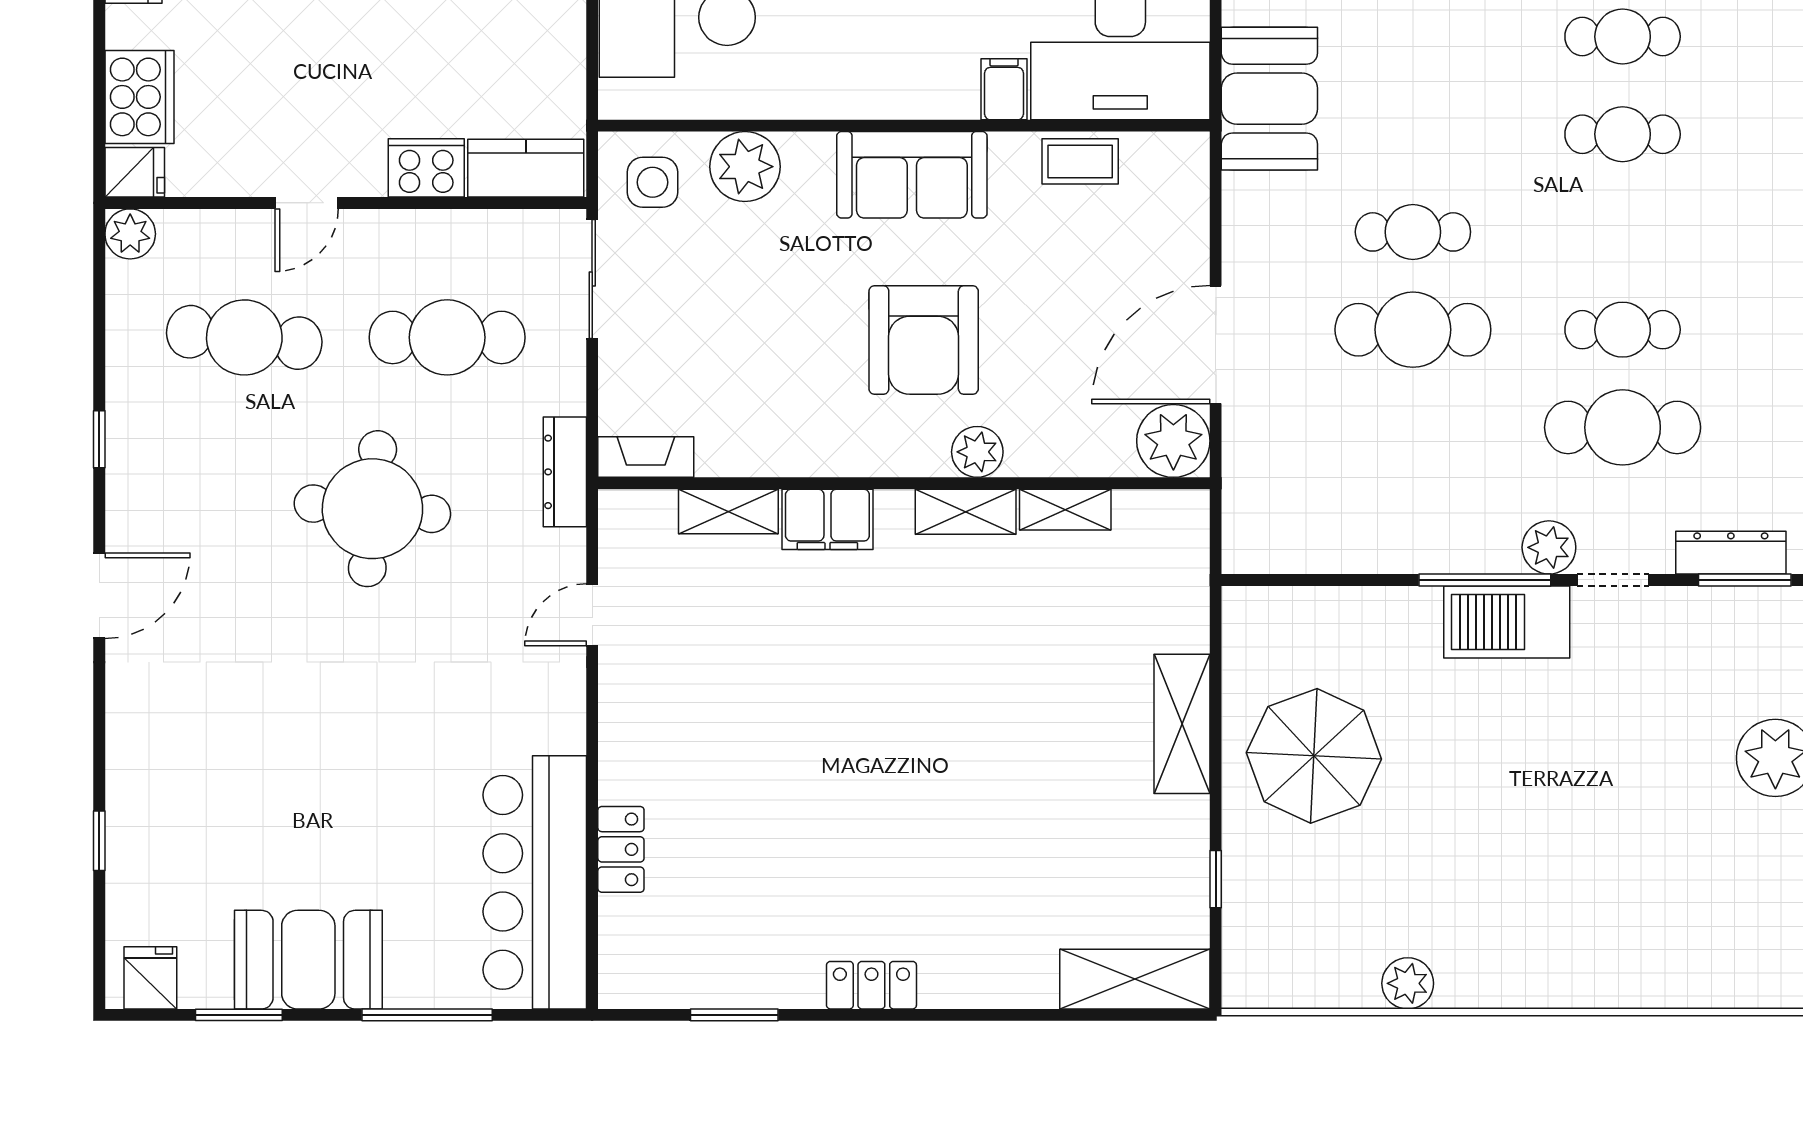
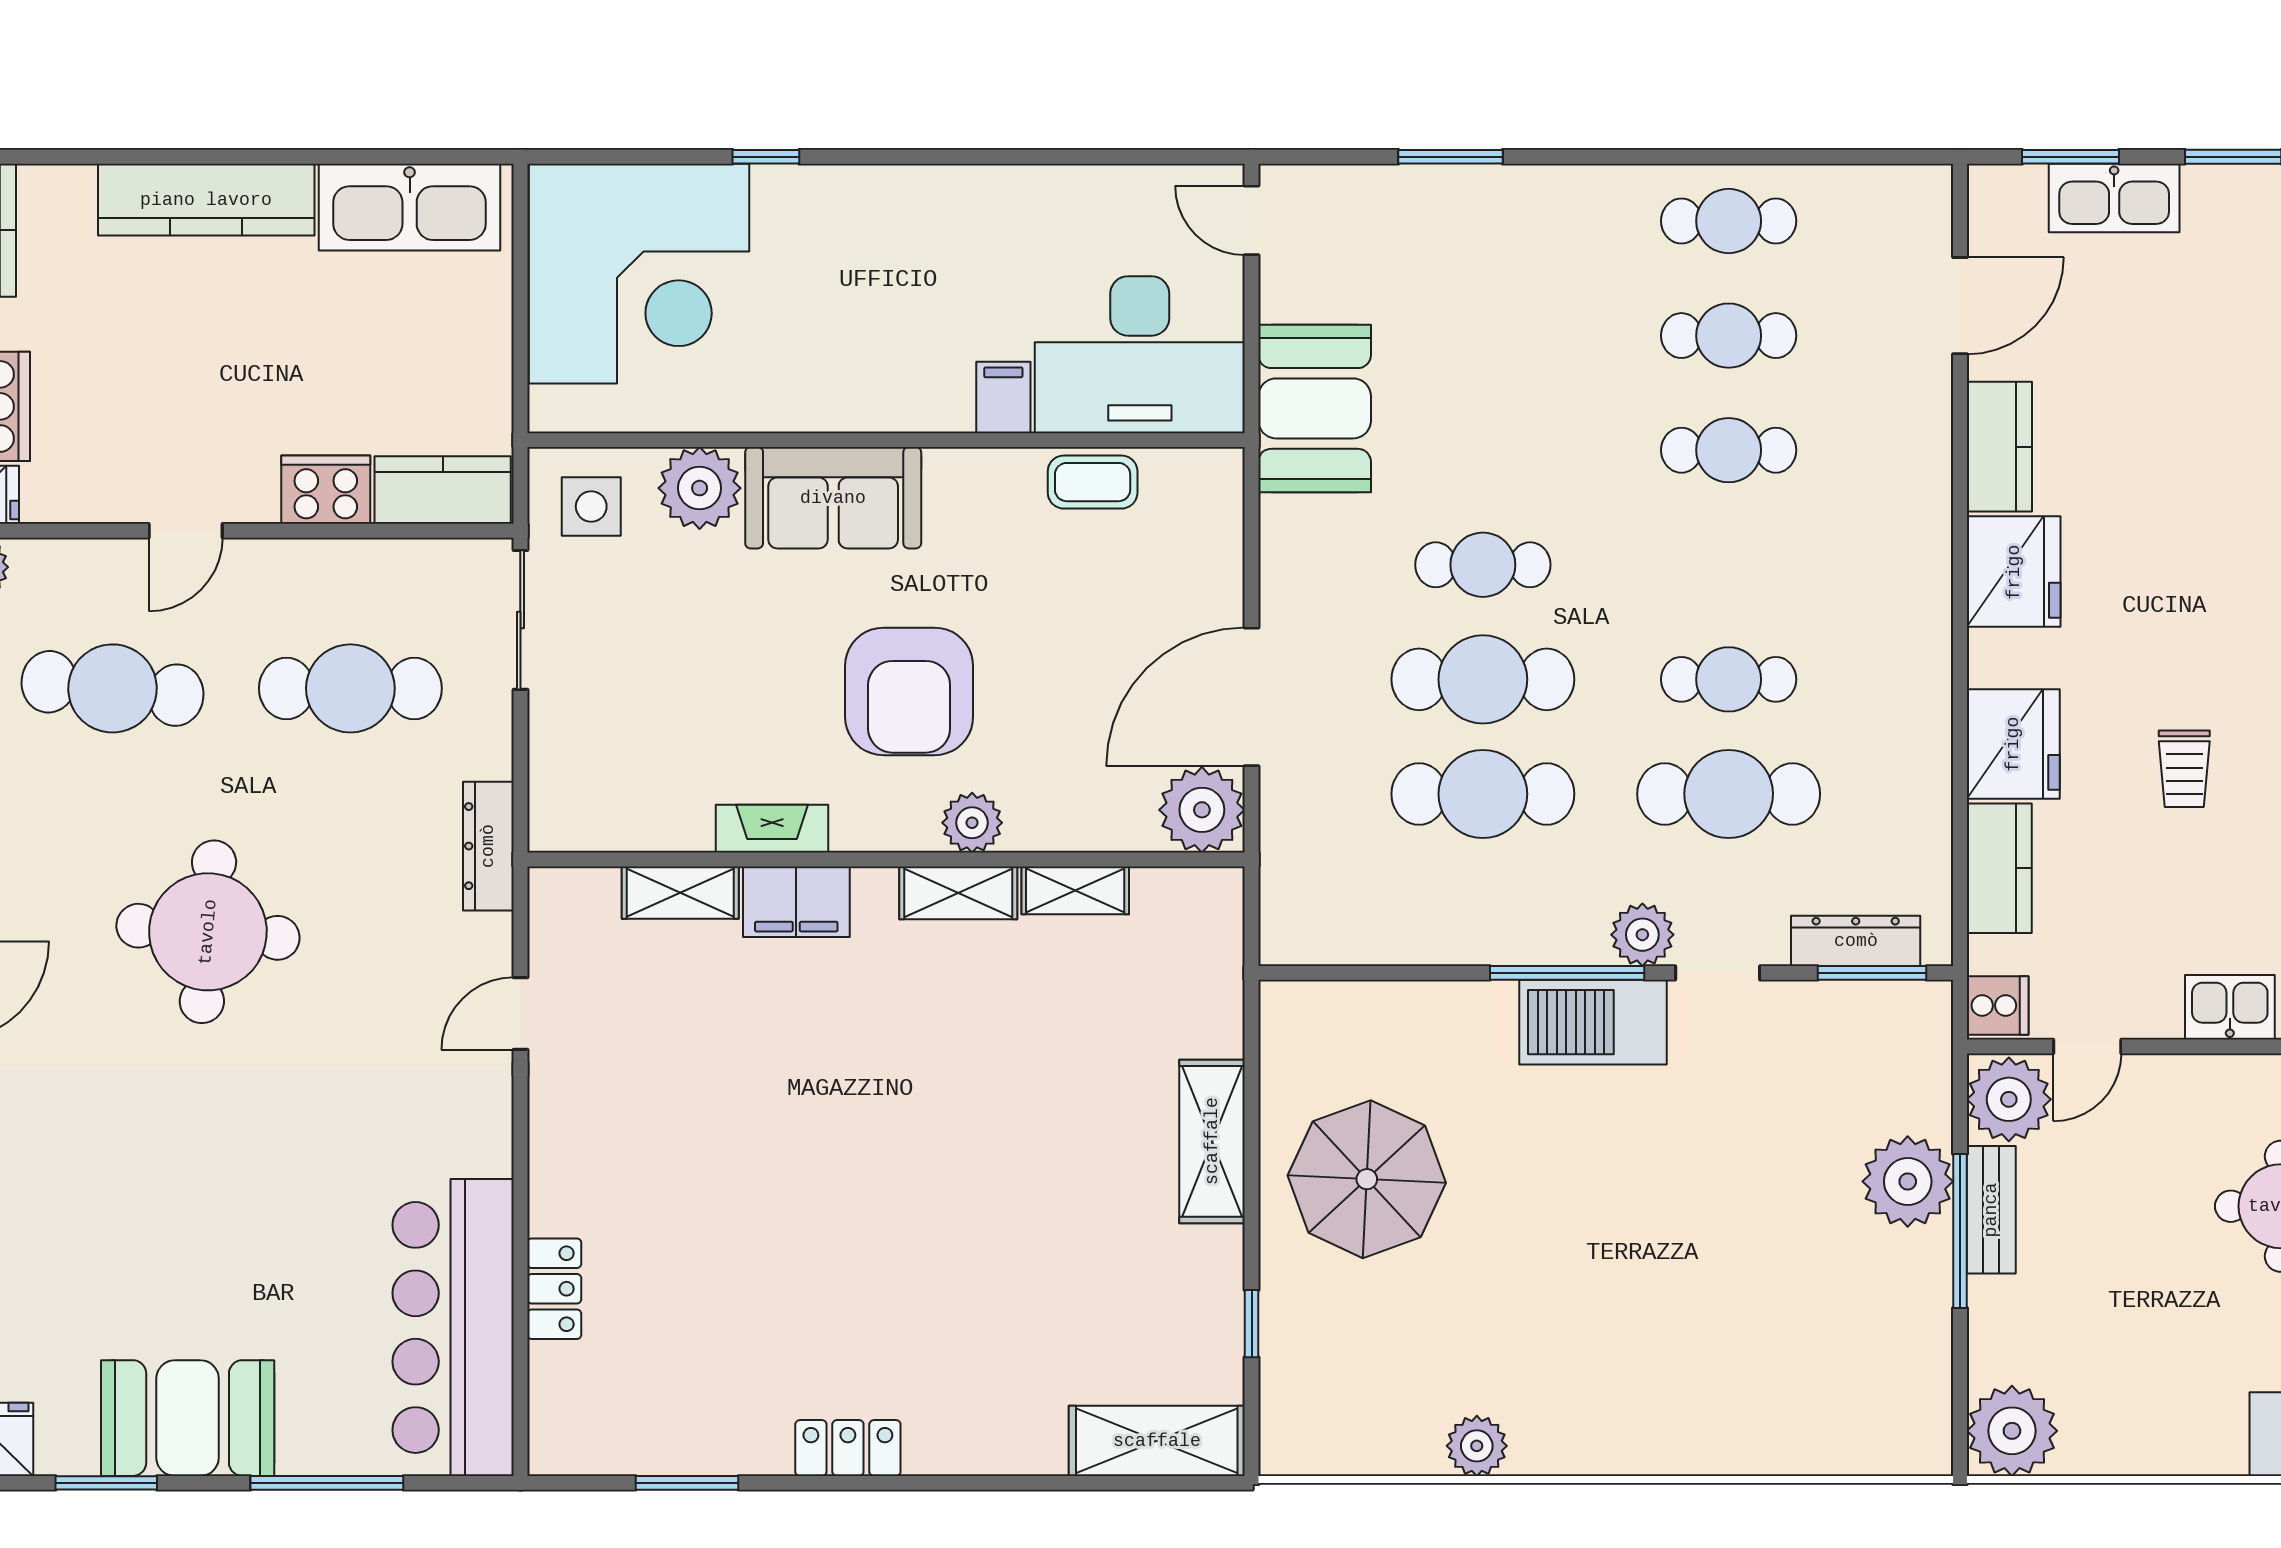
sofa: (912, 175) -> (833, 498), moved
cafe table: (1413, 427) -> (1483, 794), added
fireplace: (646, 457) -> (772, 829), moved
round table: (372, 509) -> (208, 932), moved

